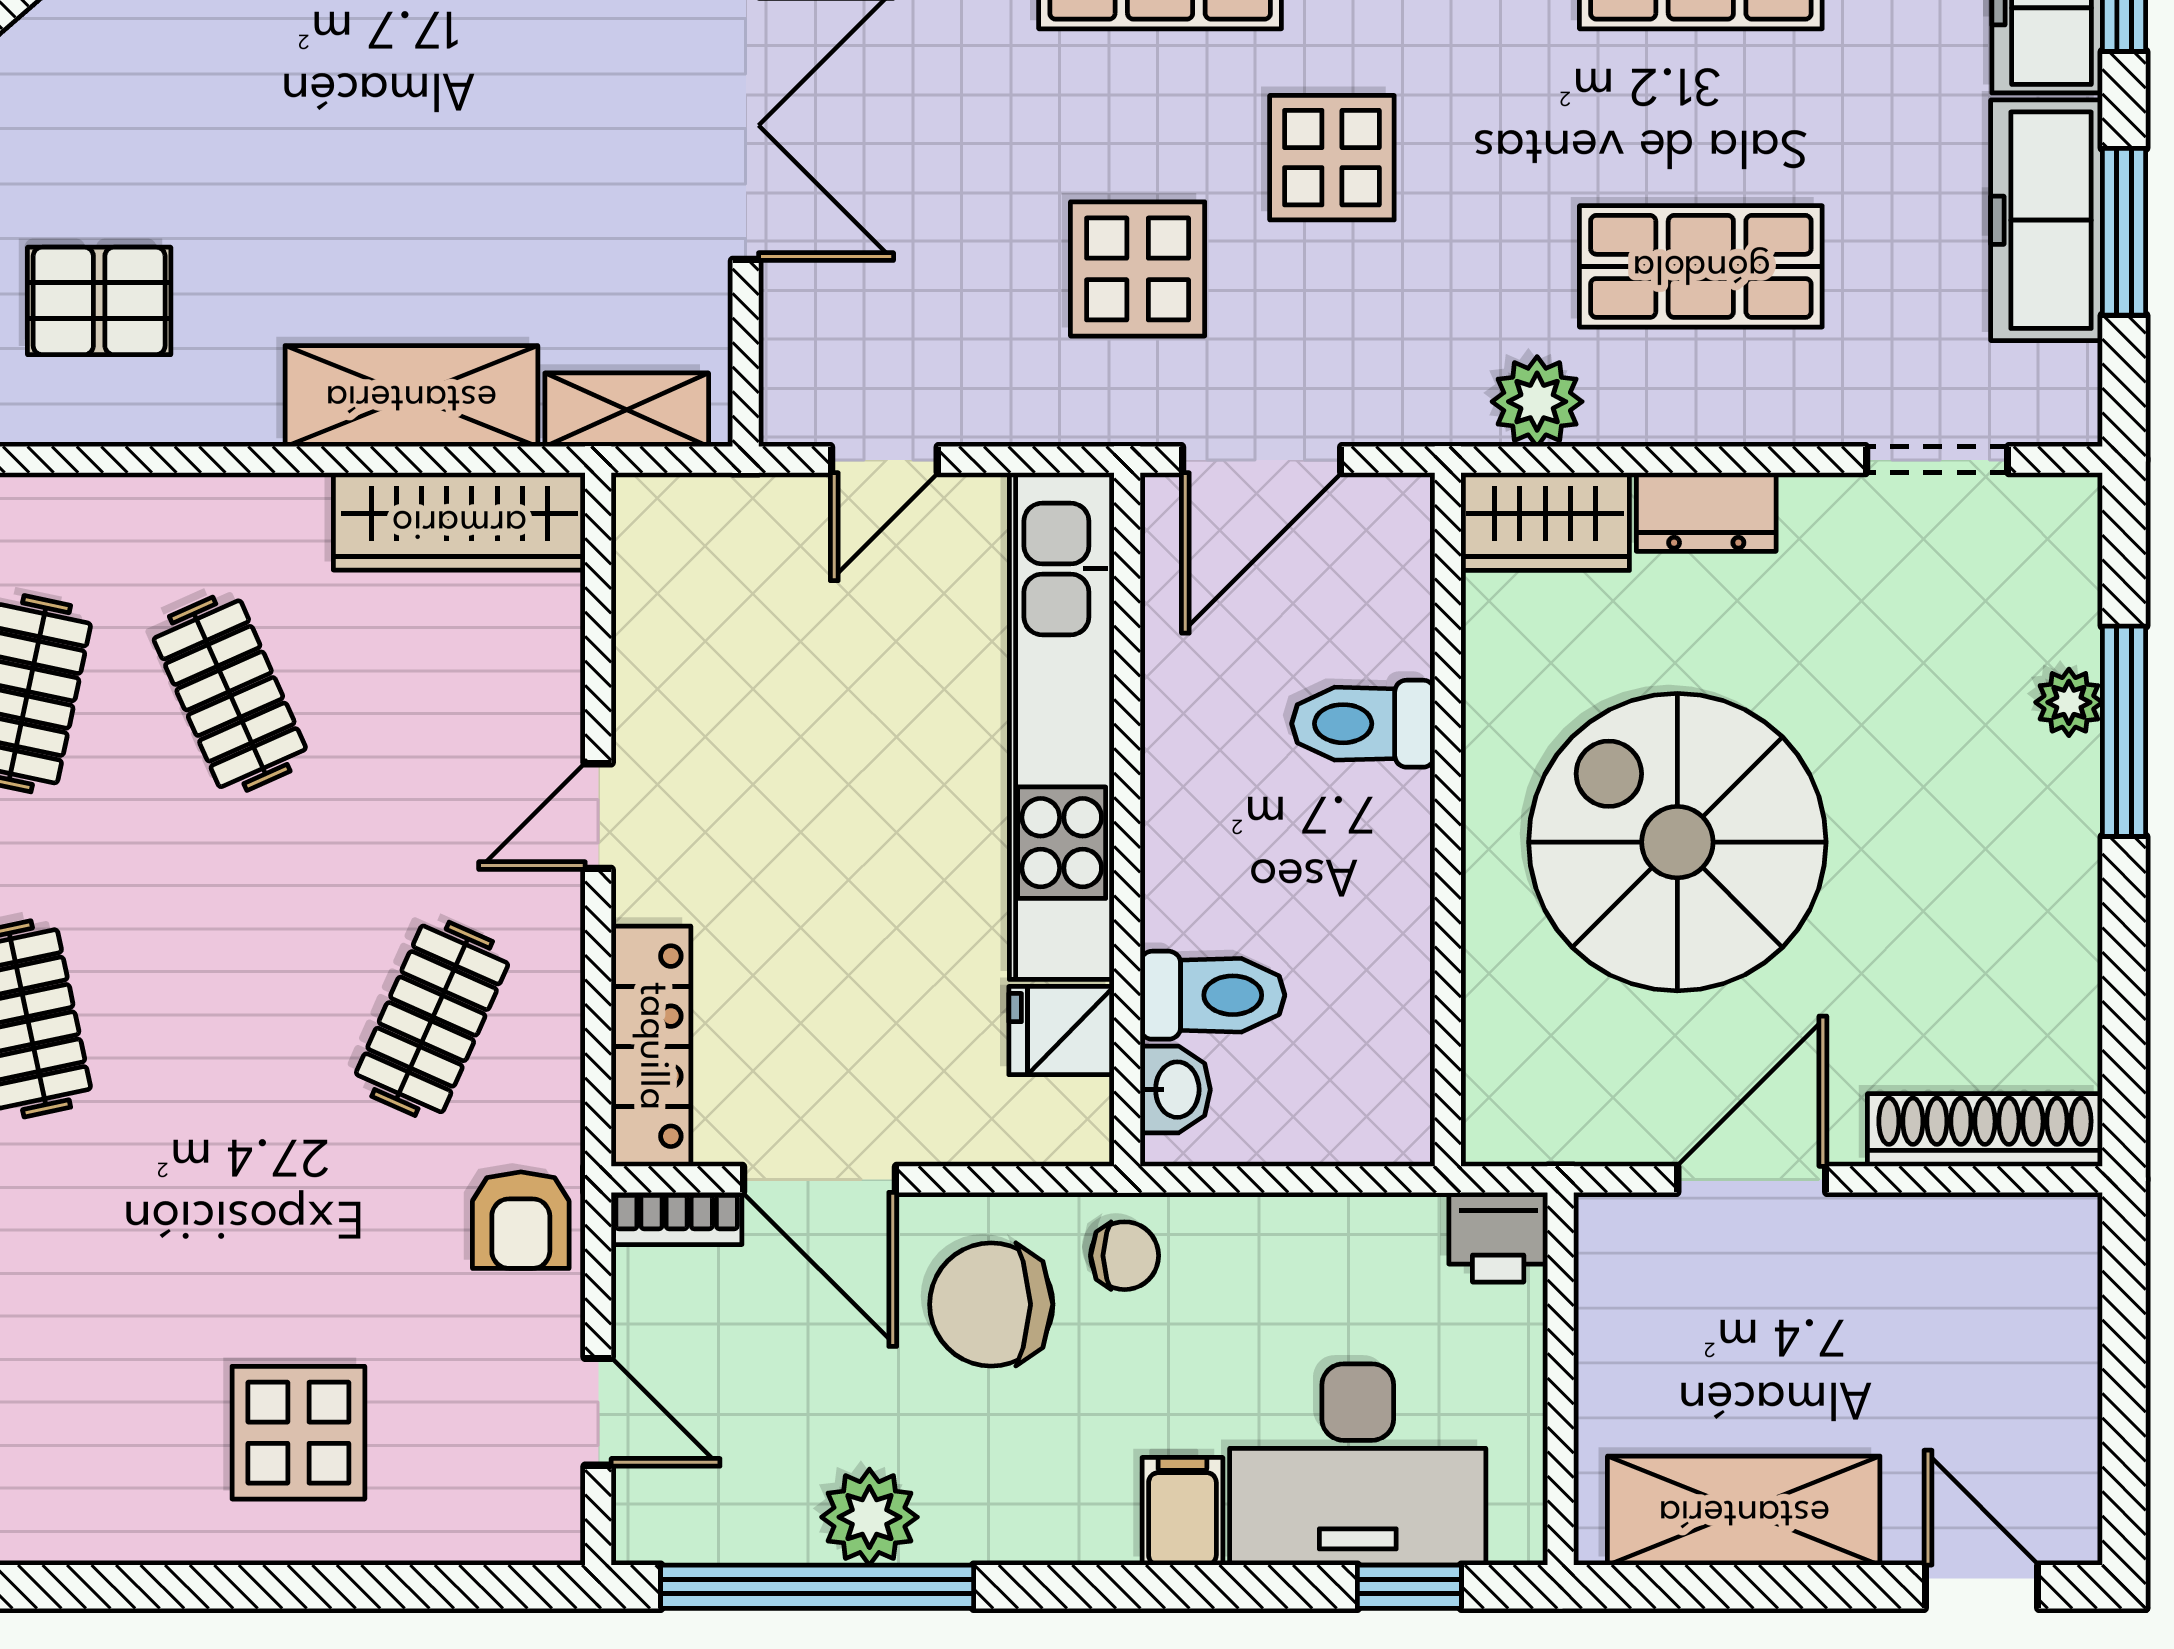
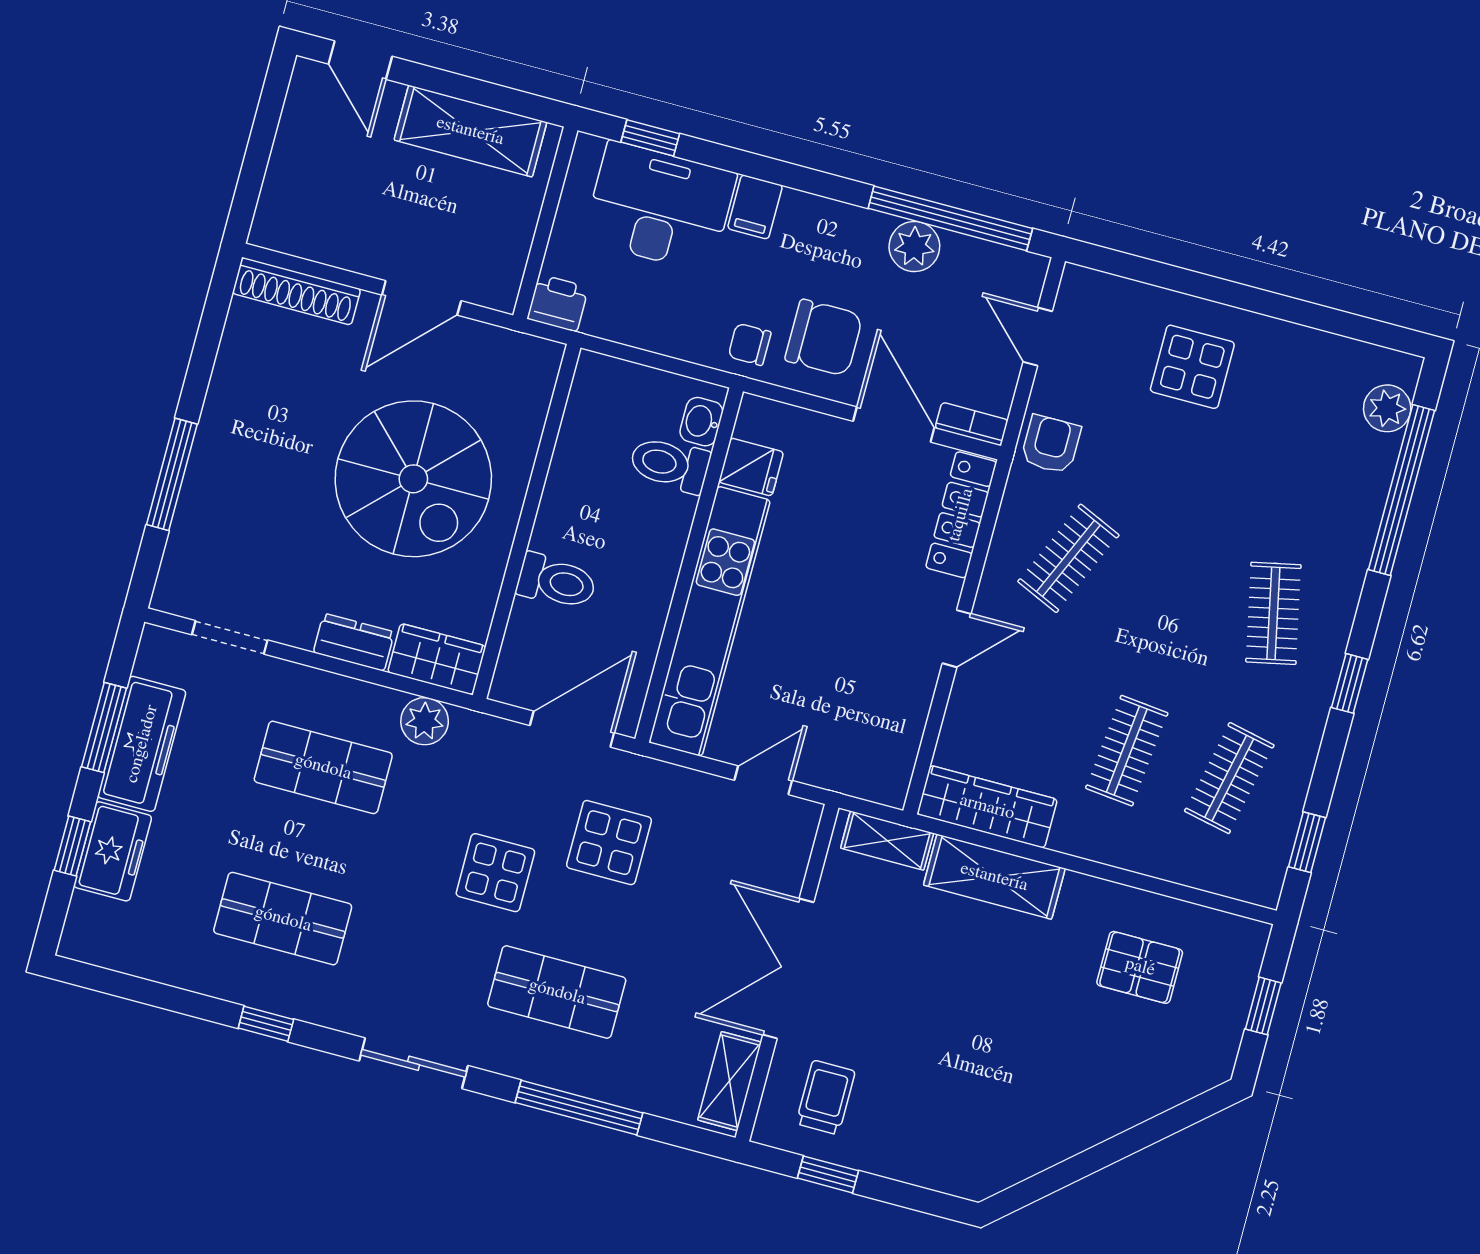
clothes rail: (230, 694) -> (1127, 751), turned 30
plant: (2069, 702) -> (196, 496), removed

